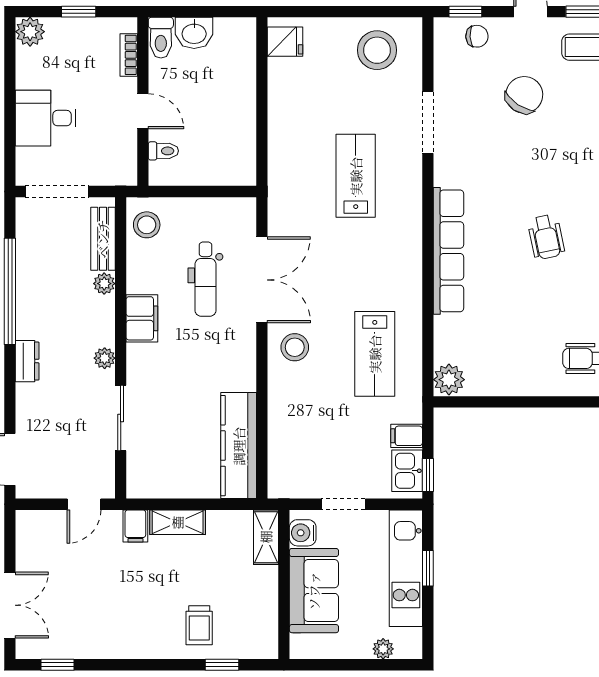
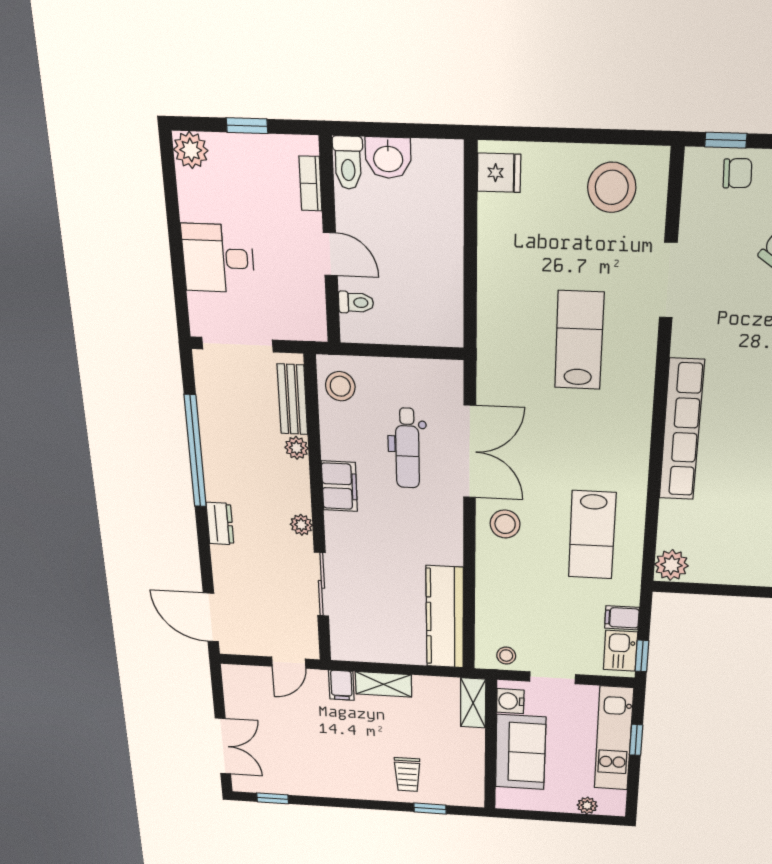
stool: (298, 483) -> (506, 656), added

